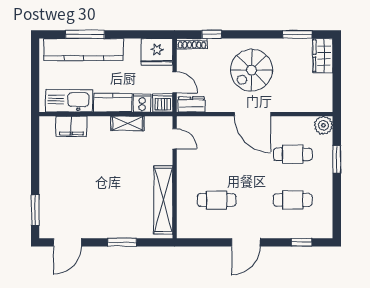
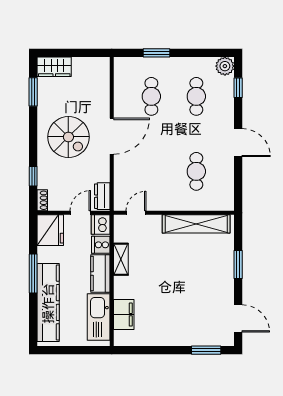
window: (85, 34) -> (33, 273), moved
shoe rack: (192, 44) -> (42, 200), width x0.70
plant: (323, 125) -> (225, 66), moved

